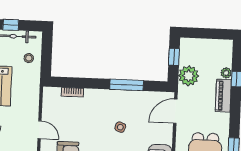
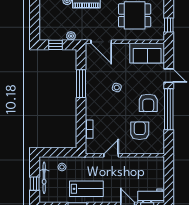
plant: (189, 76) -> (71, 36), width x0.53, depth x0.53
door: (40, 130) -> (111, 155), moved

